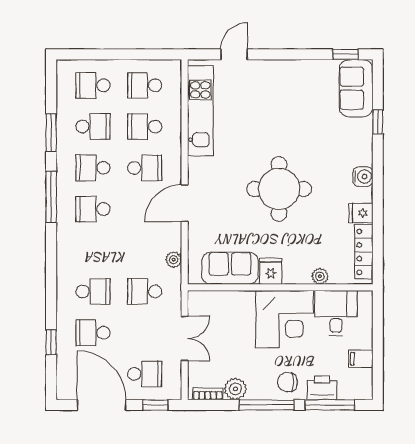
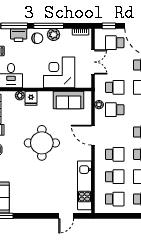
school desk: (145, 168) -> (115, 154), turned 180
door: (185, 203) -> (93, 135), swing flipped
school desk: (145, 250) -> (115, 110), added
fridge: (271, 271) -> (31, 98), moved
corner desk: (285, 319) -> (59, 72), moved
double door: (185, 338) -> (93, 62), swing flipped
plant: (235, 389) -> (54, 35), moved

